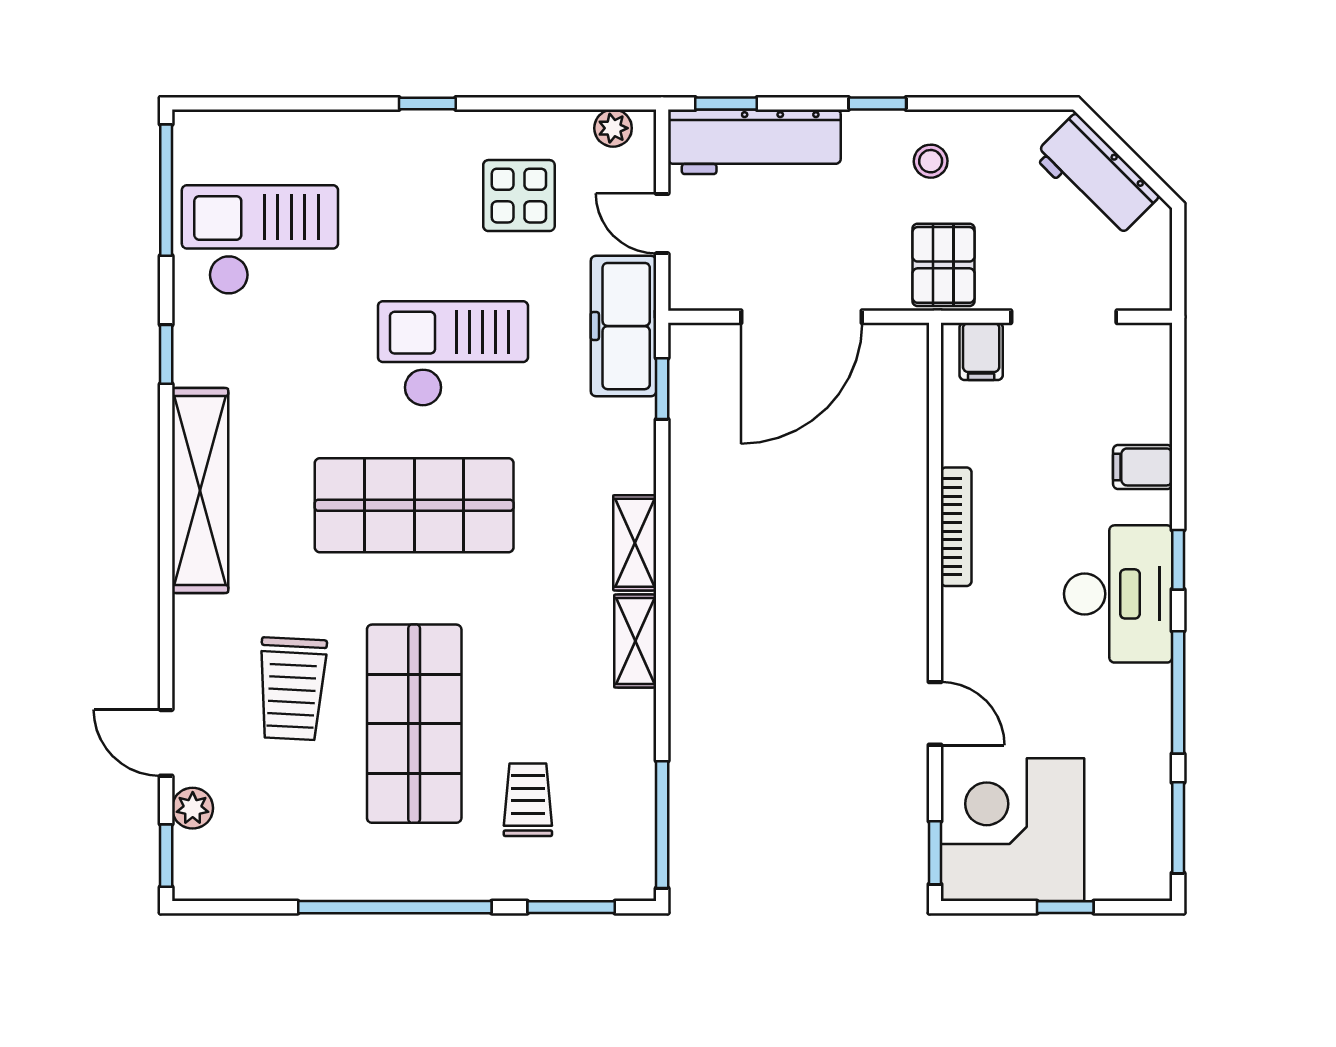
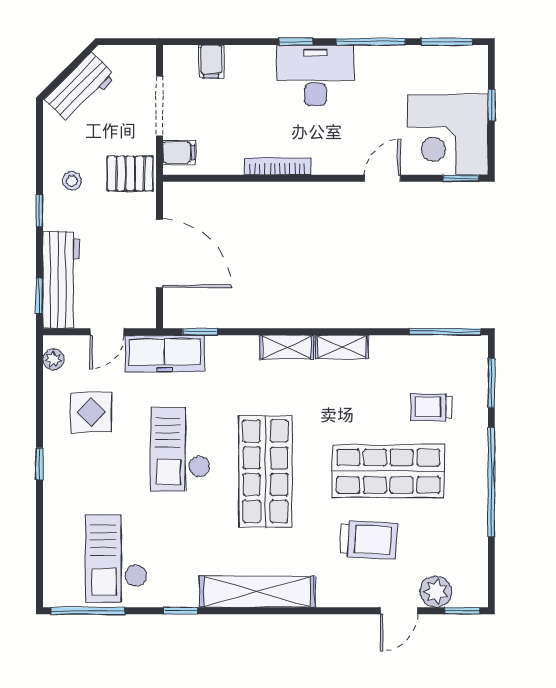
filing cabinet: (1143, 467) -> (211, 62), moved
plant: (193, 808) -> (436, 592), width x1.38, depth x1.38

